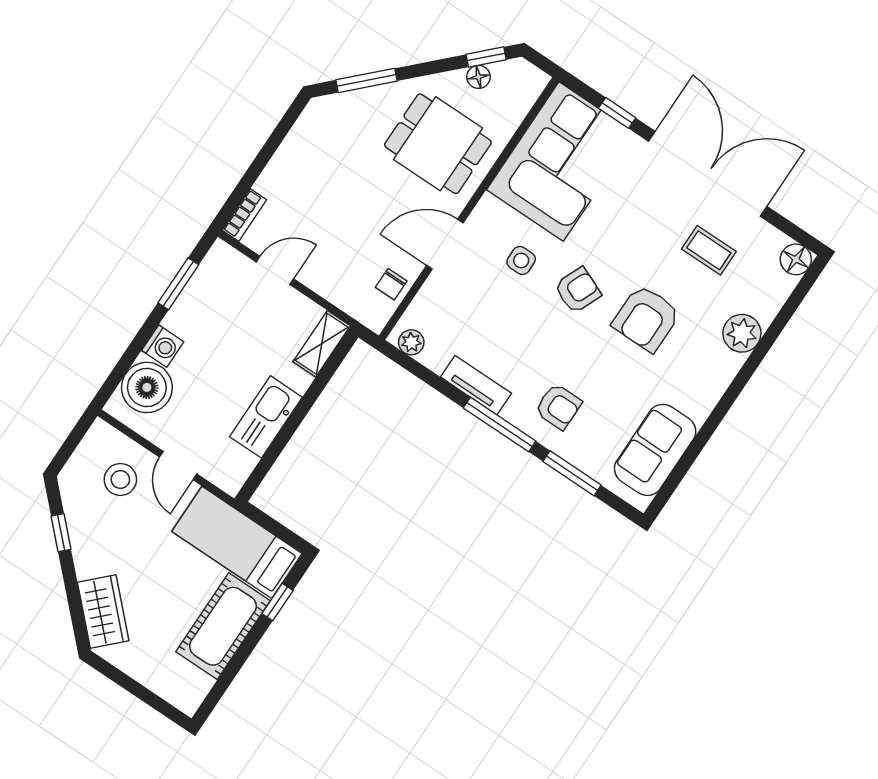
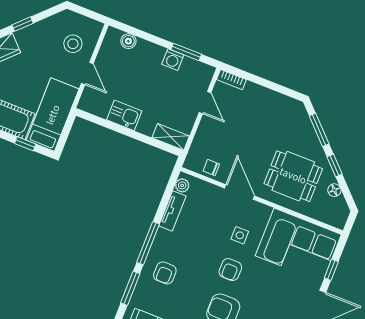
window: (486, 57) -> (335, 165), moved
dining table: (438, 144) -> (293, 176), turned 90
armchair: (578, 290) -> (230, 270), turned 67
washing machine: (163, 346) -> (173, 60), moved
tv unit: (476, 385) -> (172, 211), moved
boiler: (147, 387) -> (128, 41), width x0.54, depth x0.54
kitchen sink: (266, 417) -> (124, 115), width x0.73
door: (178, 466) -> (87, 74), swing flipped
window: (61, 533) -> (23, 24), moved

